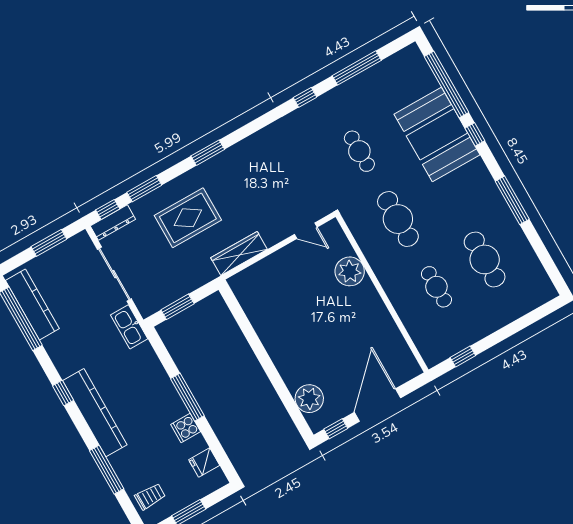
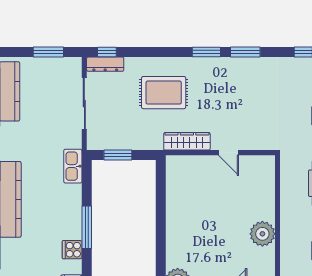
window: (144, 189) -> (245, 52), moved
door: (306, 231) -> (228, 153), moved
plant: (350, 271) -> (262, 234), moved
kitchen sink: (129, 327) -> (73, 166), moved

